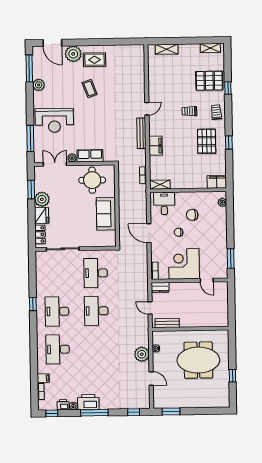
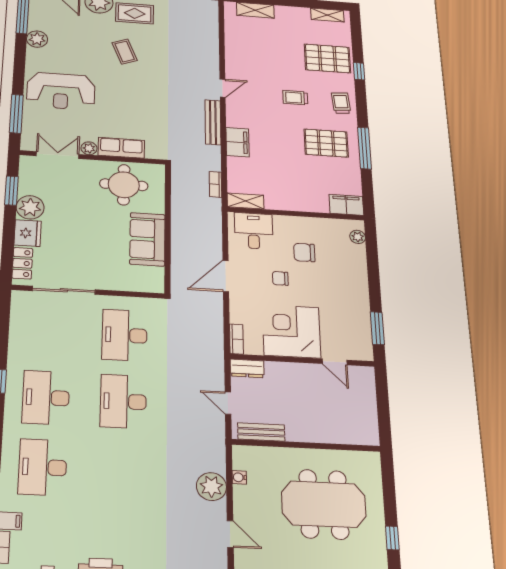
pallet: (207, 141) -> (326, 143), turned 90
window: (229, 143) -> (364, 148), width x2.17
door: (149, 233) -> (226, 276), hinge flipped

